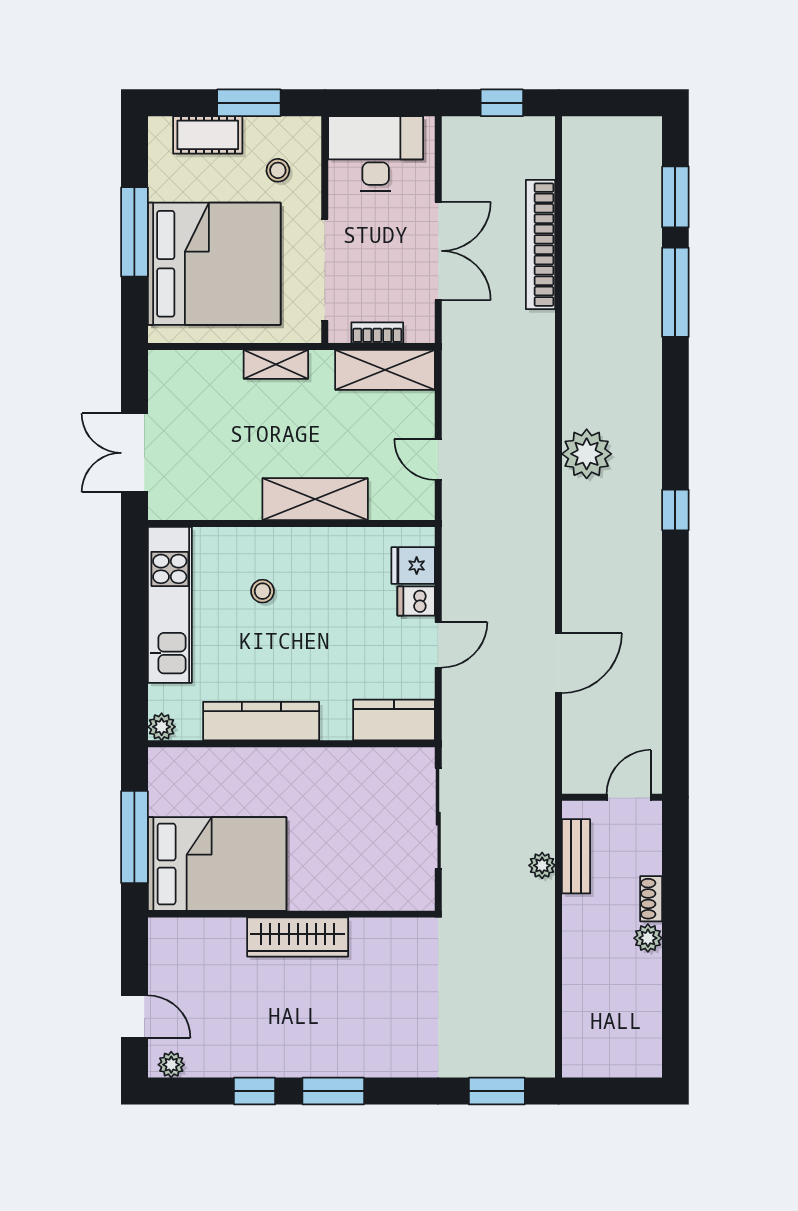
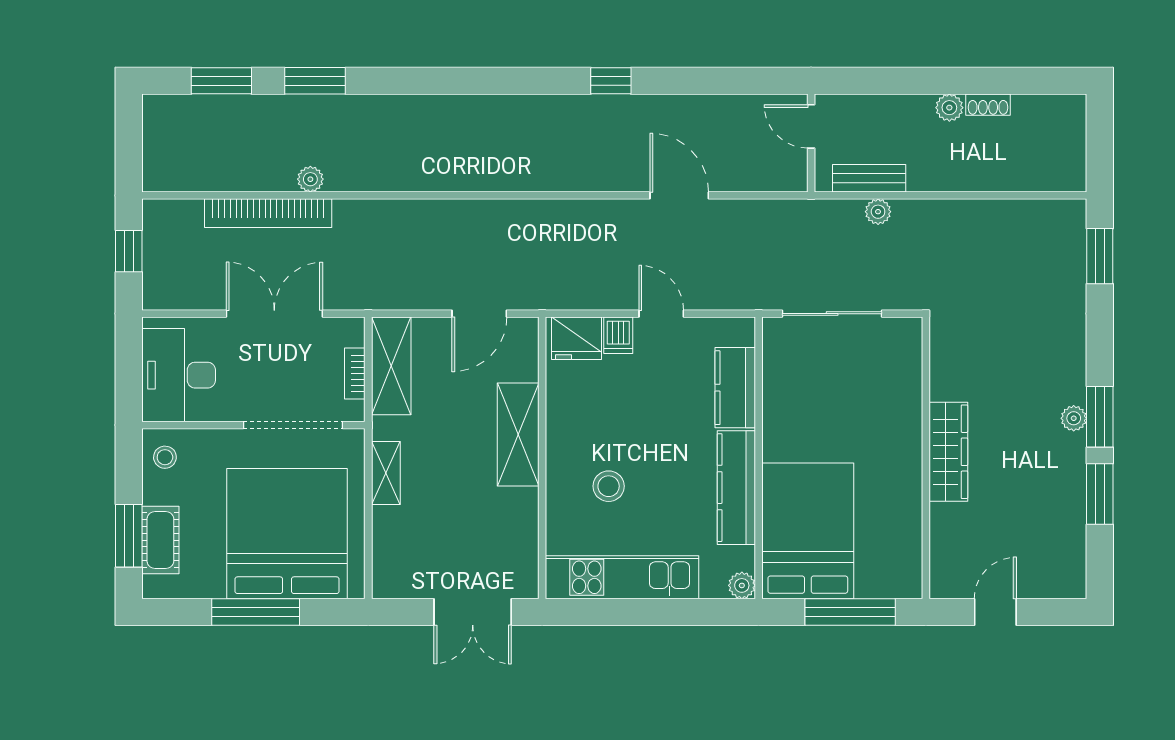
window: (249, 103) -> (129, 536), moved
stool: (278, 170) -> (165, 457), moved
window: (675, 292) -> (315, 81), width x0.69
plant: (587, 454) -> (310, 179), moved, width x0.53, depth x0.53
door: (438, 459) -> (479, 314), width x1.38
window: (675, 510) -> (611, 81), moved
fridge: (413, 565) -> (576, 338), width x1.38
stool: (263, 591) -> (609, 486), width x1.37, depth x1.37
kitchen counter: (394, 720) -> (735, 388), moved
bed: (217, 864) -> (808, 531), moved
shoe rack: (651, 899) -> (988, 105), moved
door: (134, 1017) -> (995, 612), moved
plant: (171, 1065) -> (1074, 418), moved
window: (255, 1091) -> (1100, 494), width x1.50

